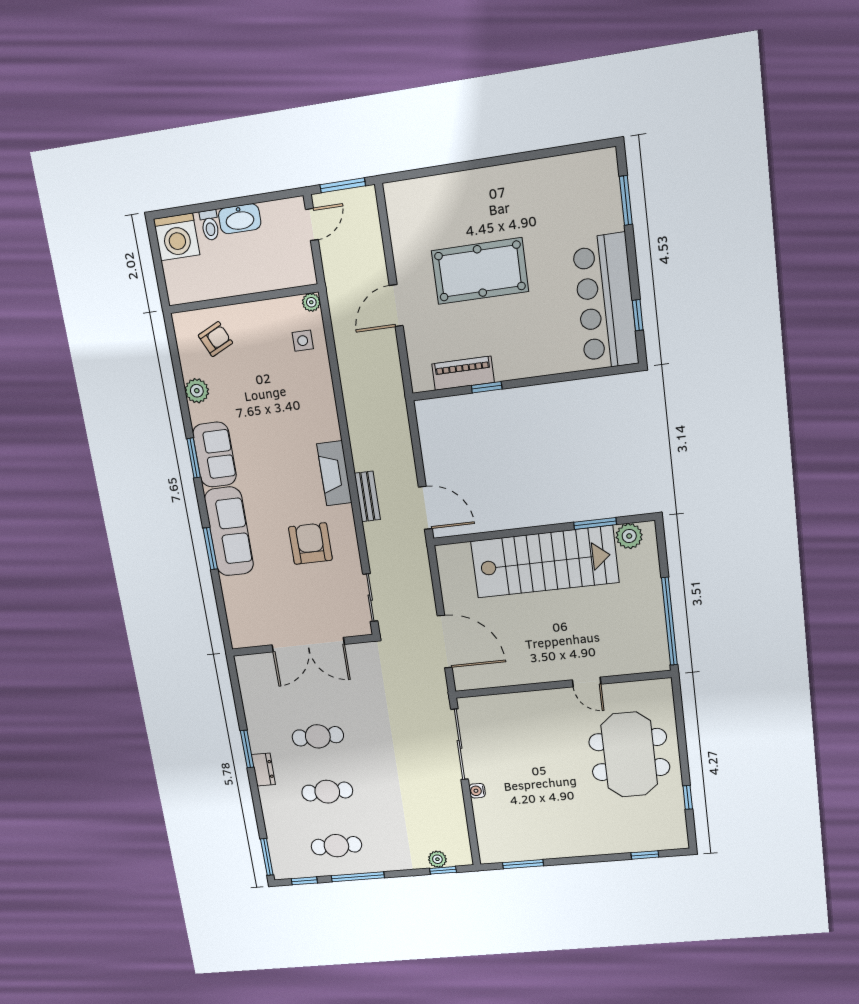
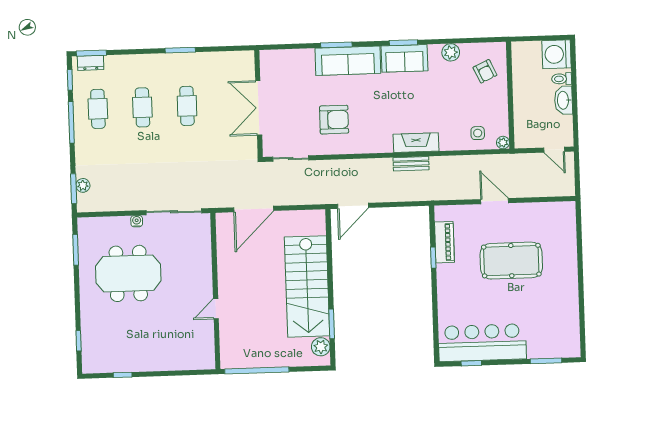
window: (343, 185) -> (577, 174), removed
pool table: (480, 271) -> (511, 261), turned 90
fireplace: (334, 473) -> (416, 143), moved
bench: (367, 496) -> (411, 164), moved
meeting table: (629, 755) -> (128, 273), moved
dresser: (263, 770) -> (91, 63), moved
window: (443, 870) -> (74, 189), width x1.50

